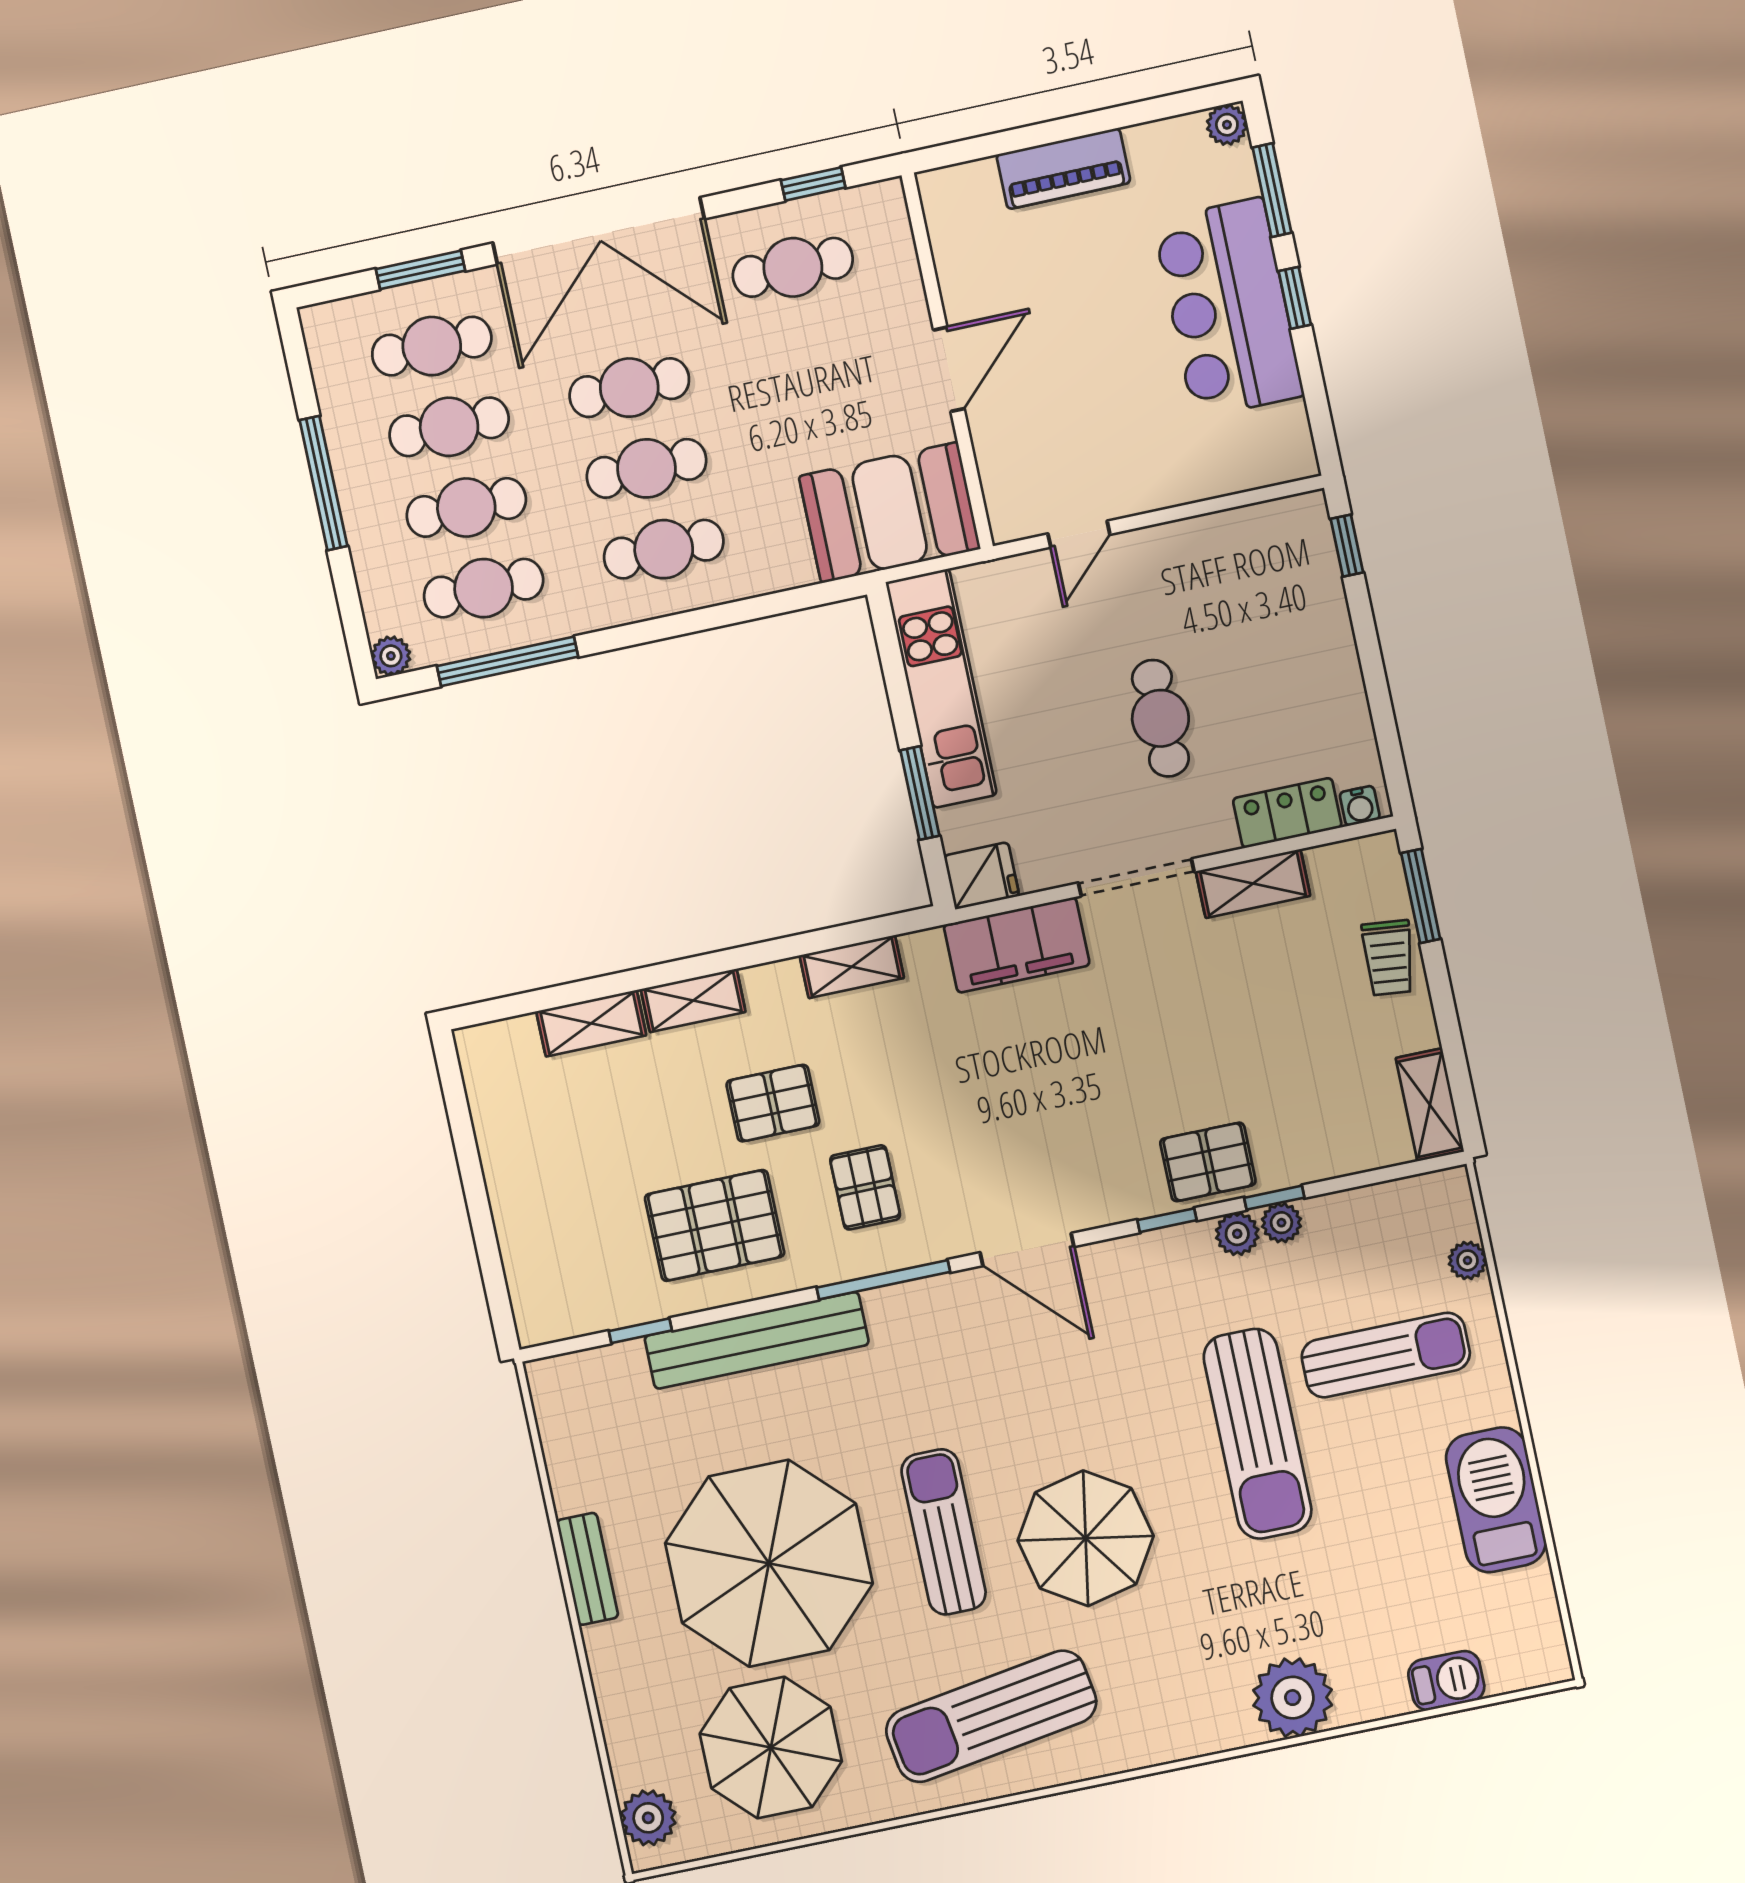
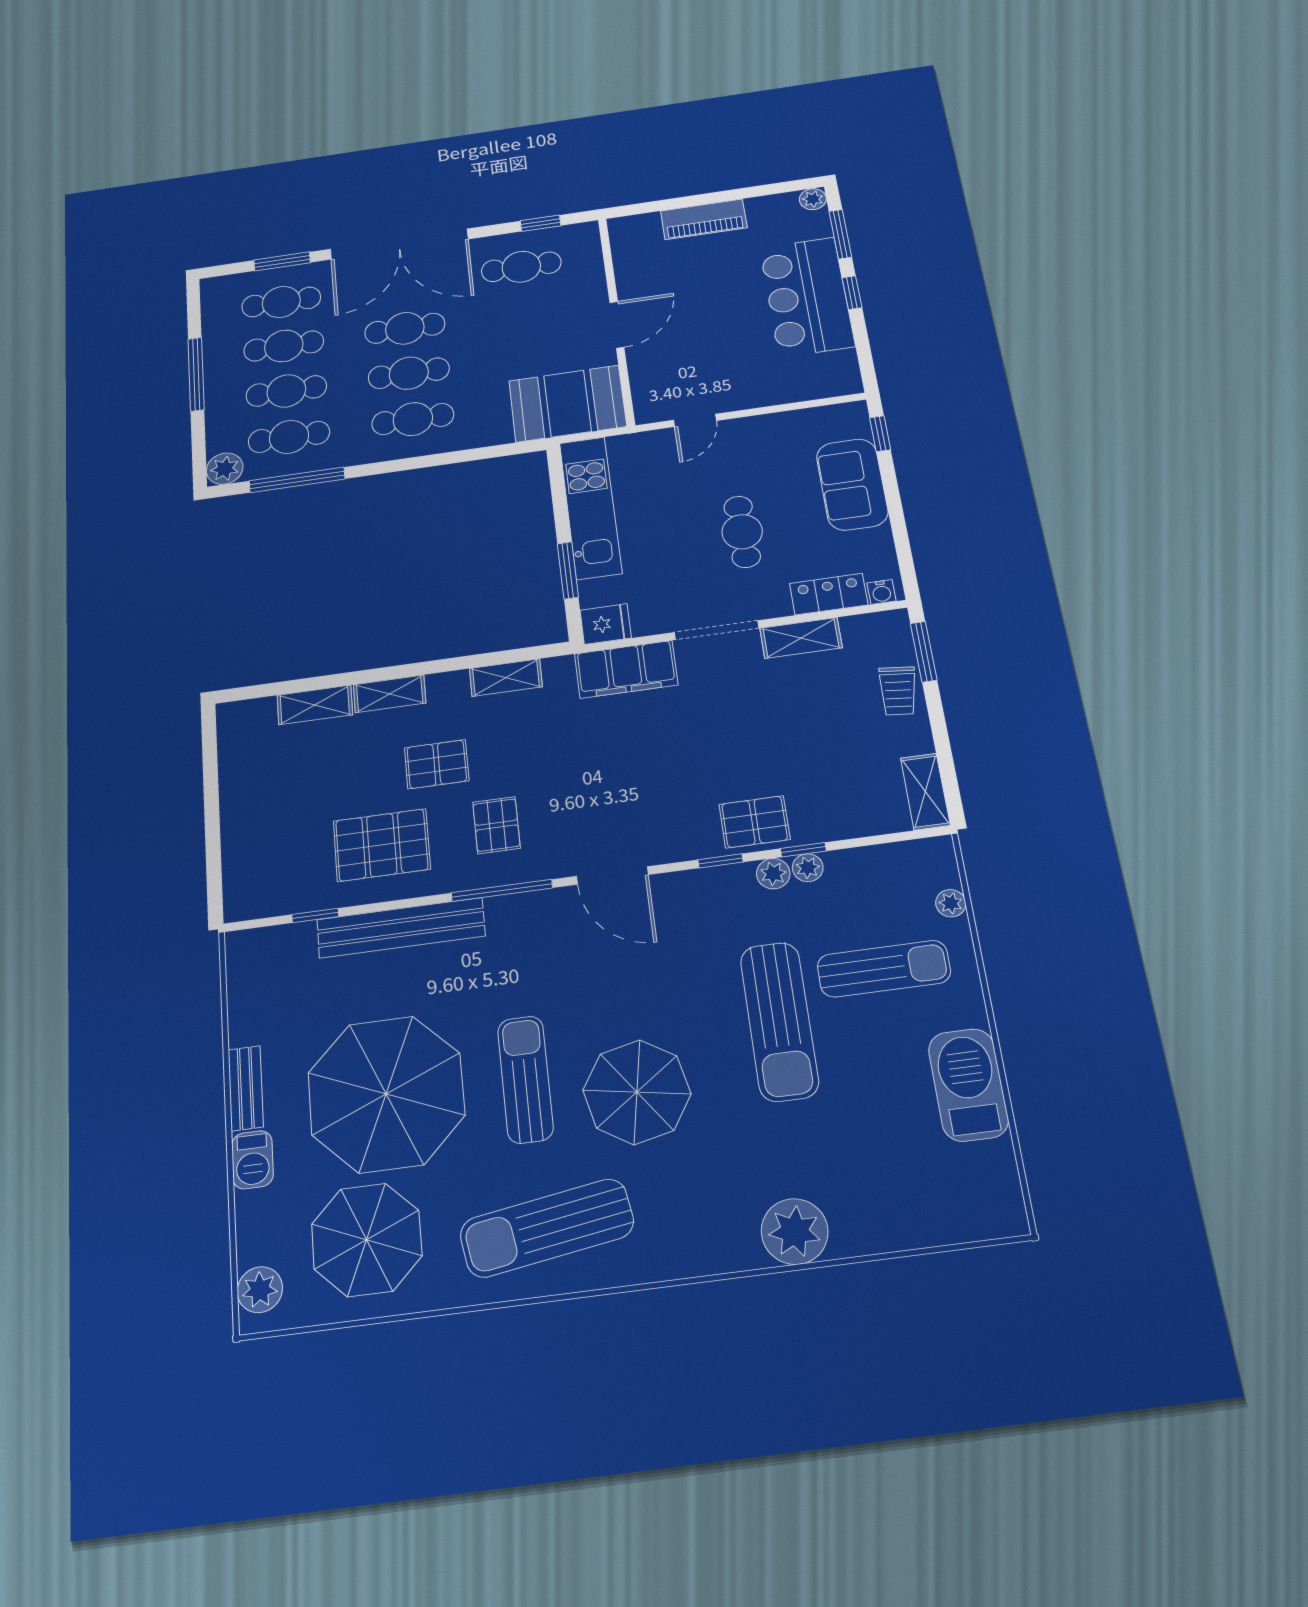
sofa: (1311, 633) -> (852, 484), added
plant: (391, 656) -> (225, 469), width x1.38, depth x1.38
barbecue: (1446, 1681) -> (252, 1160), moved, turned 90

